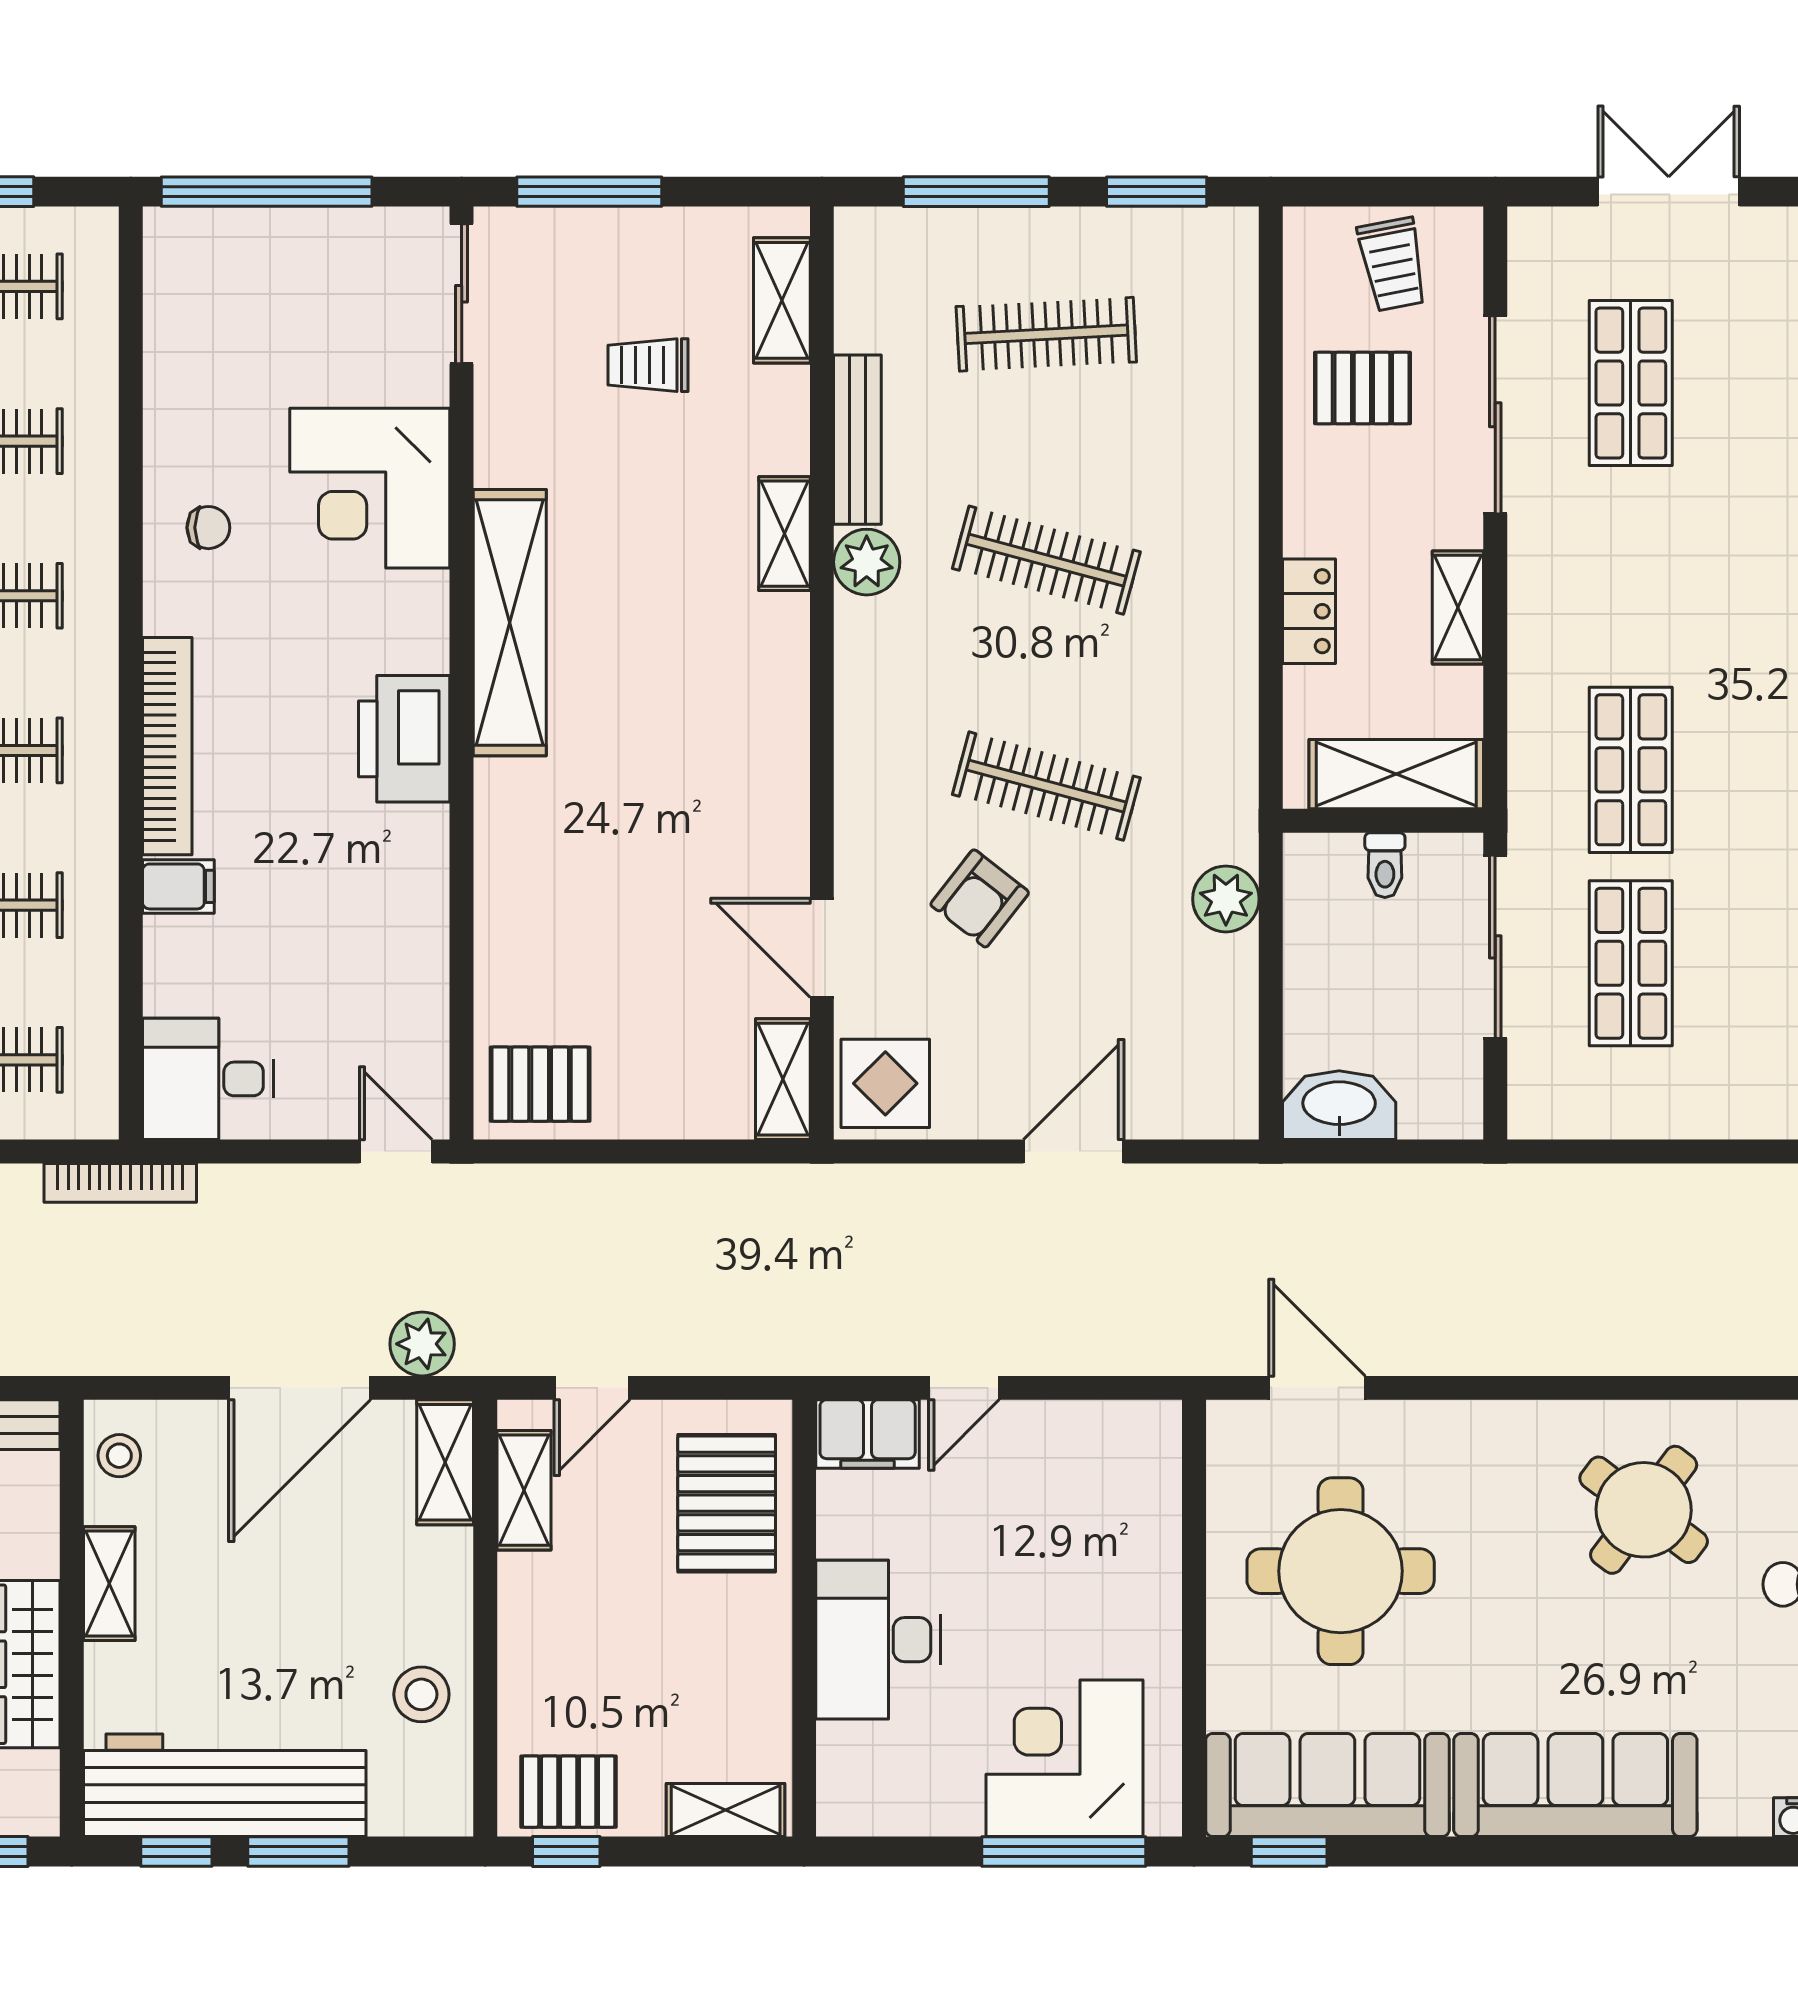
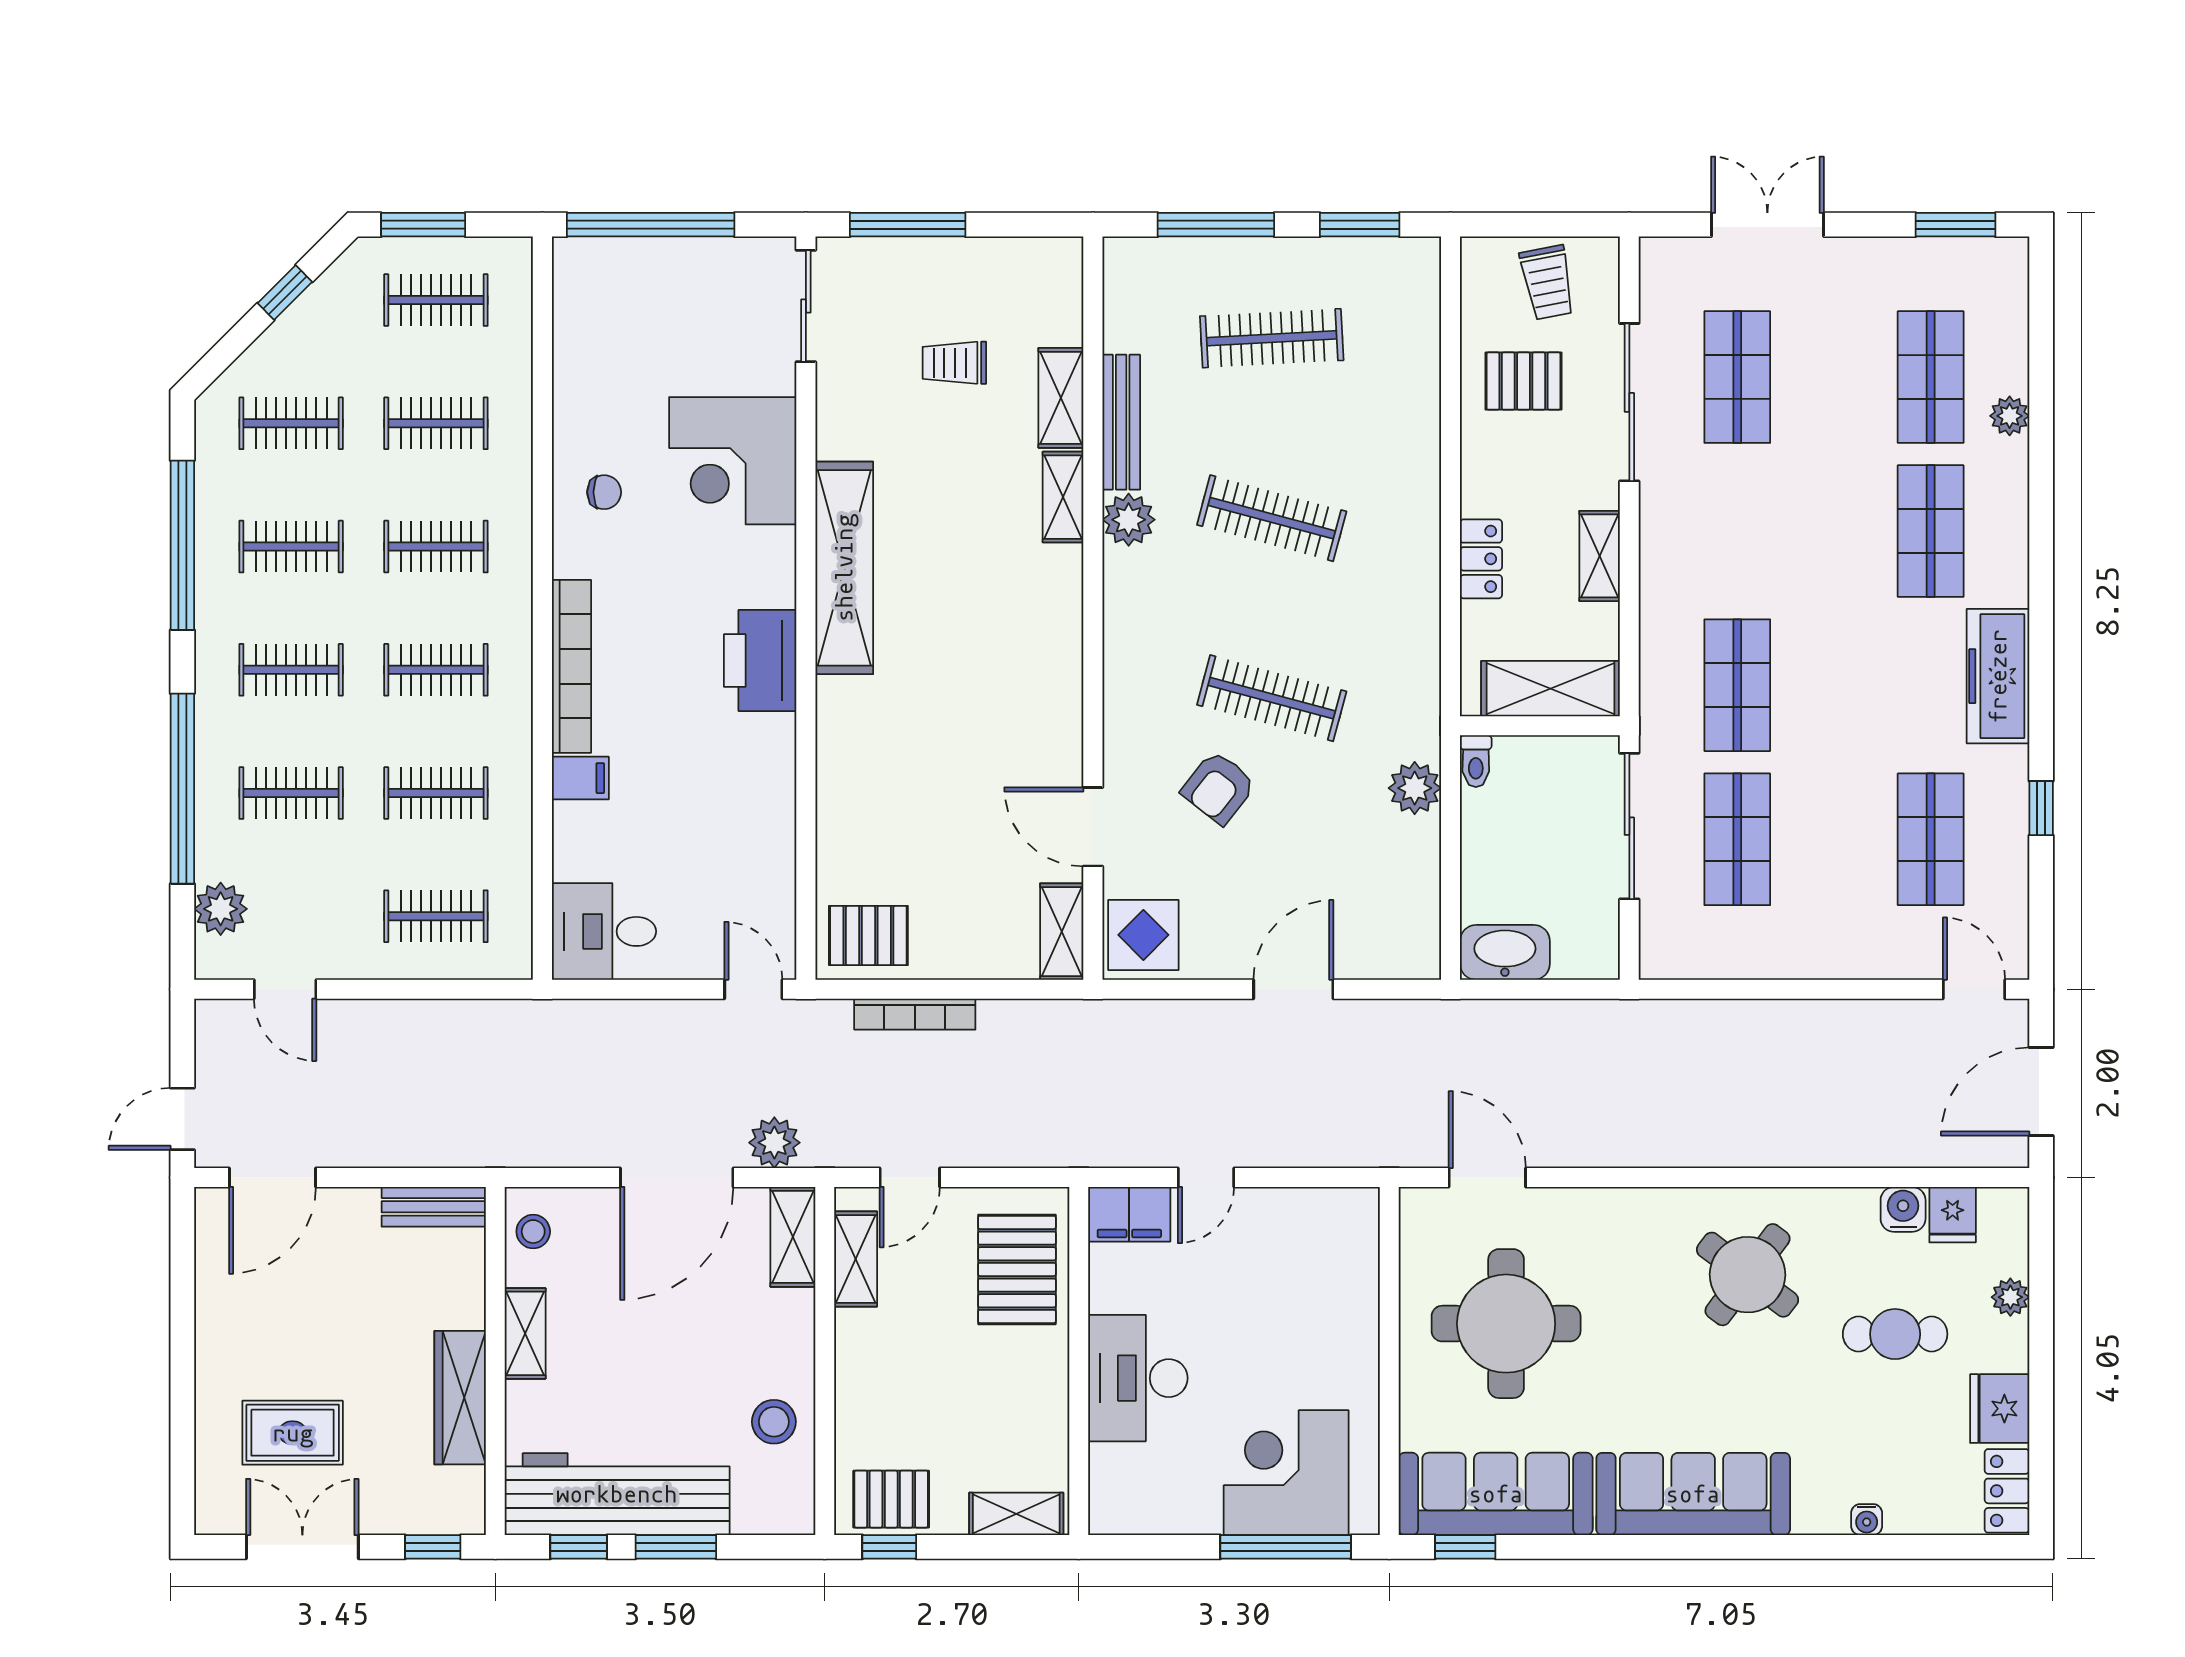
shelving: (782, 300) -> (1061, 398), moved
toilet: (1385, 865) -> (1476, 761), moved
bookcase: (120, 1183) -> (915, 1014), moved

